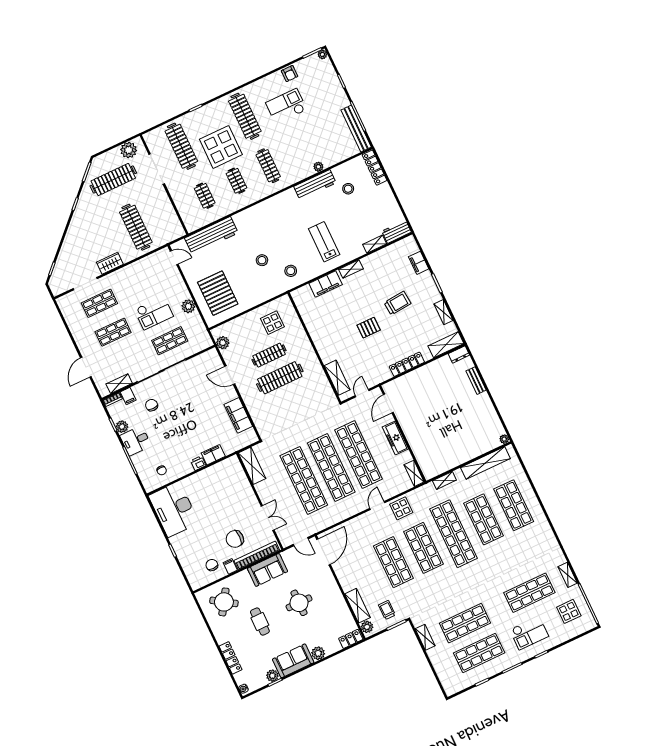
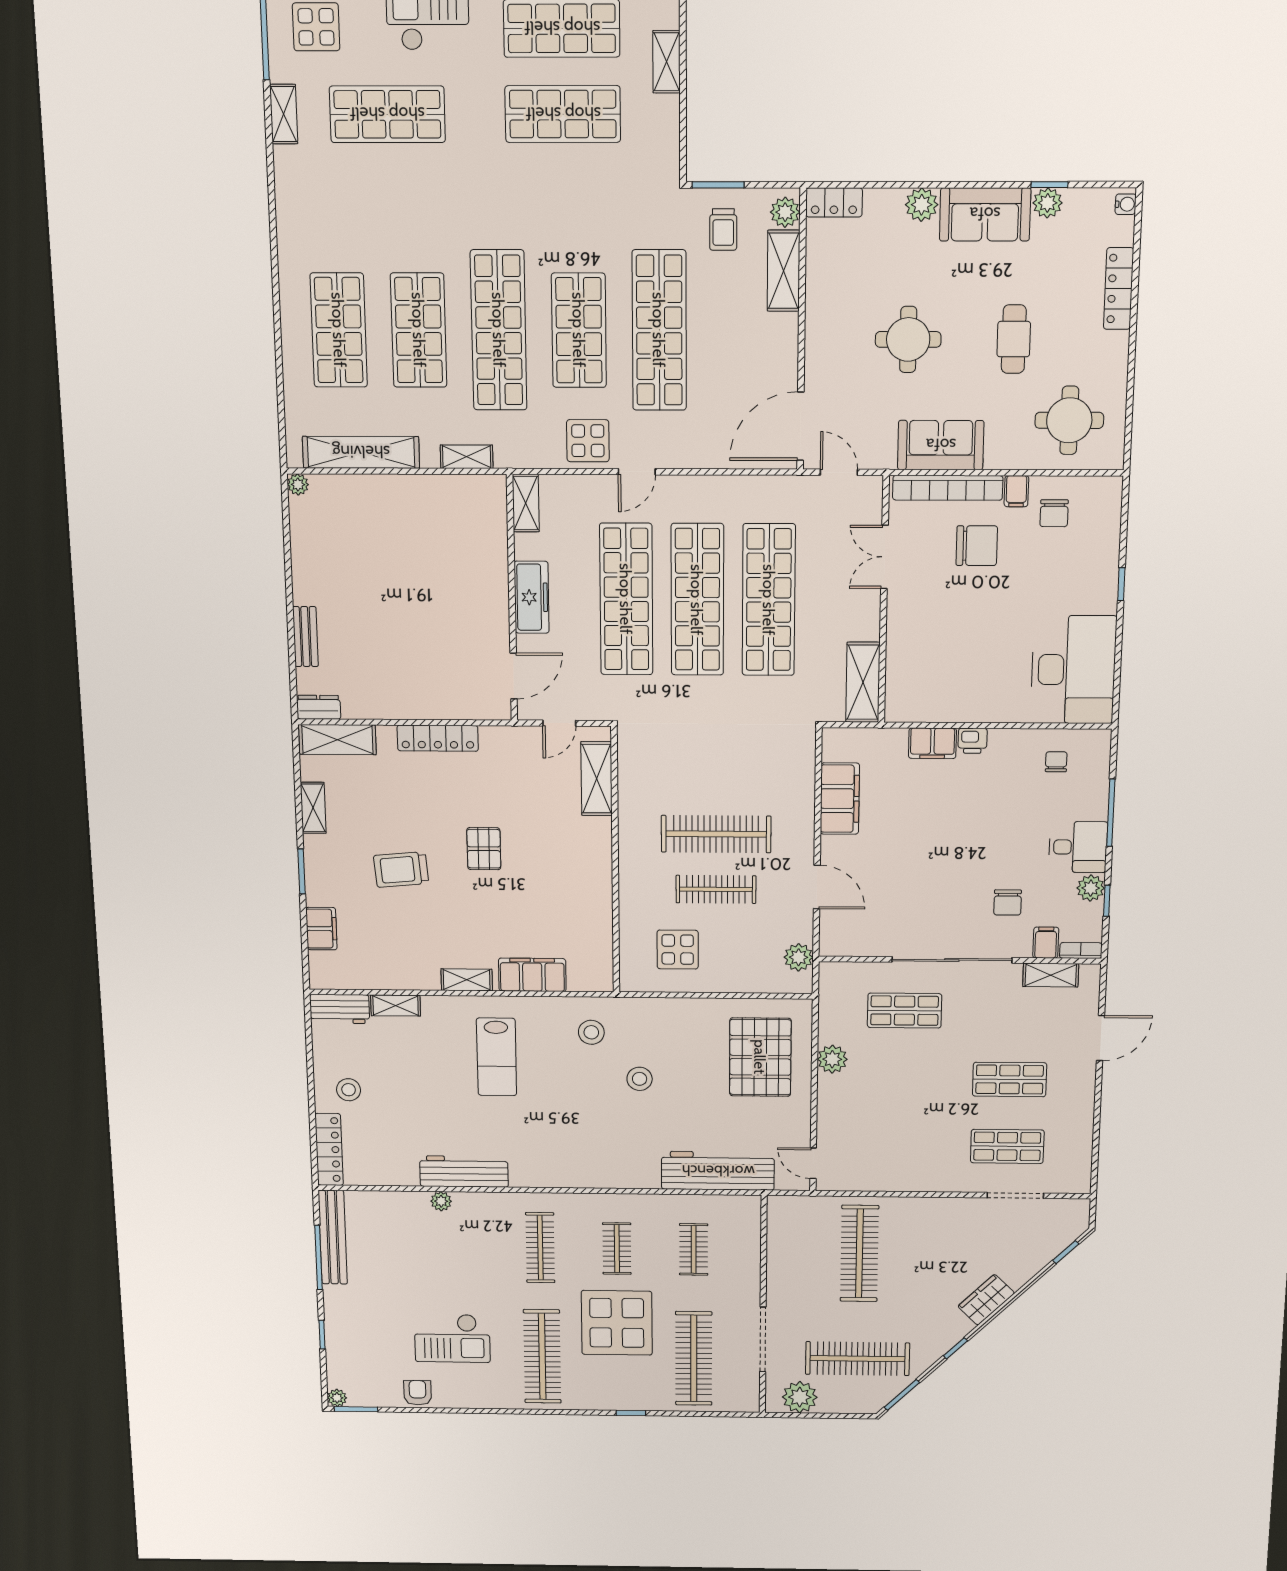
stool: (348, 189) -> (349, 1090), moved
wardrobe: (110, 263) -> (986, 1300), moved, turned 135
checkout: (154, 313) -> (908, 1078), removed
pallet: (369, 328) -> (484, 849), turned 90
shop shelf: (393, 562) -> (659, 330), width x1.40
round table: (224, 602) -> (1069, 420), turned -33
shelving: (425, 637) -> (667, 62), moved

